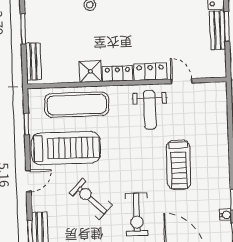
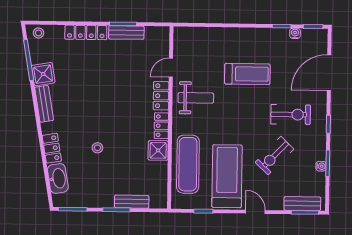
bench: (33, 62) -> (132, 202), moved

